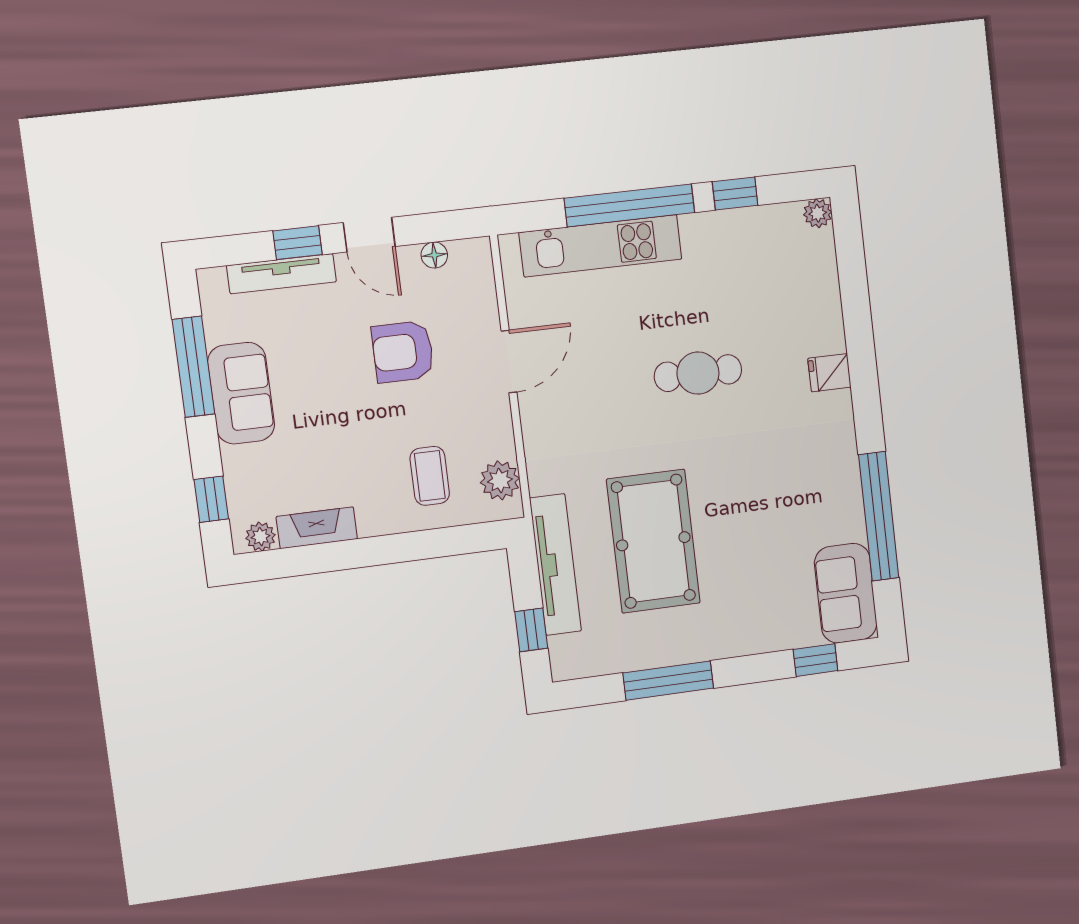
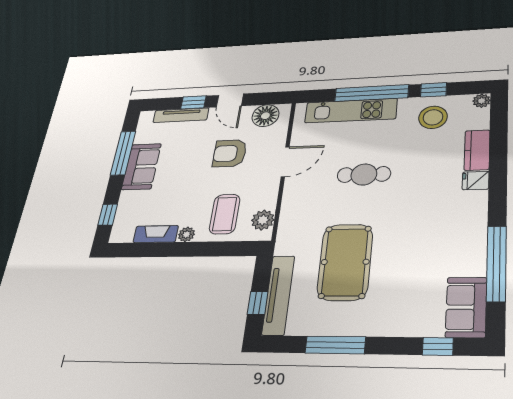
stool: (744, 252) -> (433, 117), added
floor lamp: (434, 255) -> (265, 116), width x1.89, depth x1.89
kitchen counter: (824, 314) -> (477, 150), added
cafe table: (698, 373) -> (364, 174), moved
coffee table: (430, 476) -> (225, 214), width x1.36, depth x1.30
plant: (261, 537) -> (186, 234), moved
tv unit: (555, 565) -> (278, 295), moved

